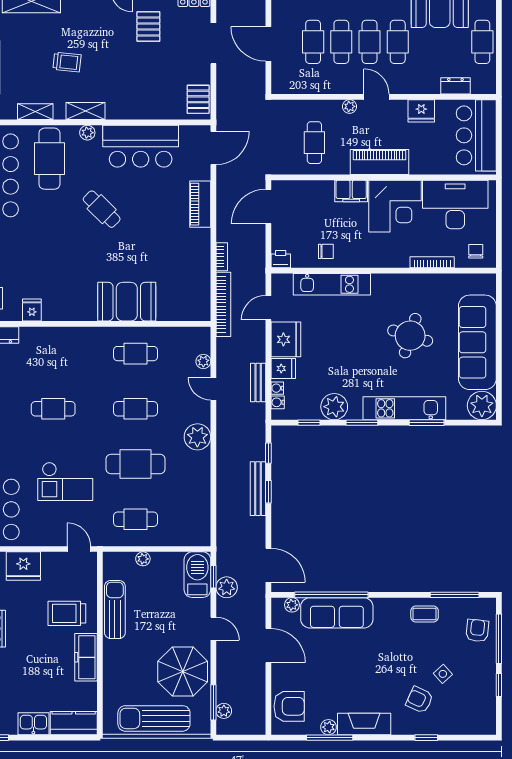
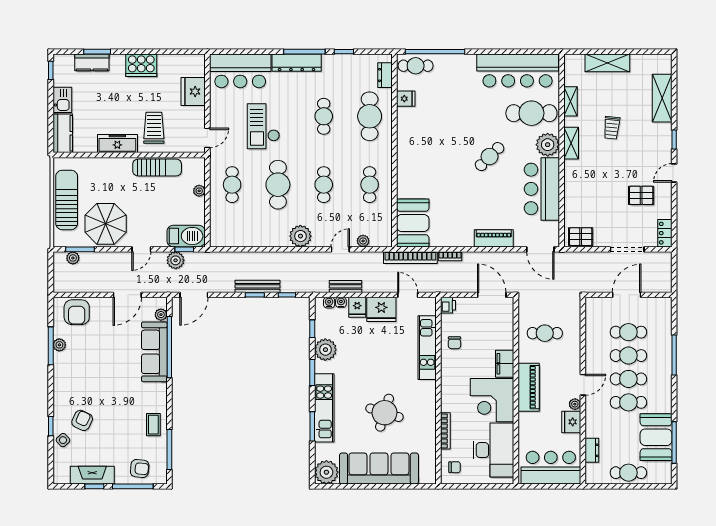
plant: (350, 106) -> (575, 404), moved
plant: (87, 133) -> (548, 145), width x1.88, depth x1.88
booth: (127, 302) -> (413, 223), moved
cafe table: (53, 354) -> (370, 116), added
side table: (443, 674) -> (63, 440), moved
fireplace: (364, 724) -> (92, 475), moved, turned -90

